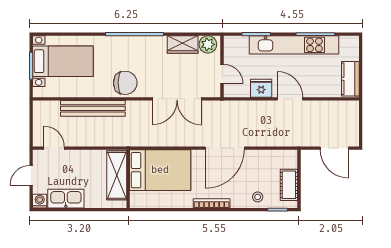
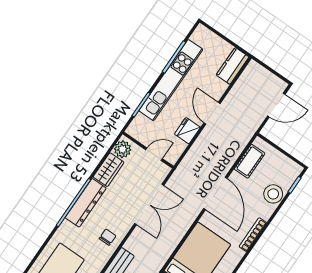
dresser: (141, 44) -> (86, 203), added
kitchen counter: (350, 79) -> (233, 66), moved, turned 90
chair: (125, 83) -> (108, 237), width x0.54, depth x0.54
door: (290, 99) -> (212, 113), hinge flipped
cot: (289, 185) -> (250, 161), moved, turned 90
stool: (258, 197) -> (273, 194), width x1.89, depth x1.89

